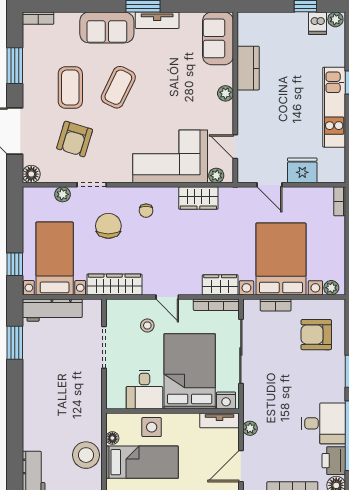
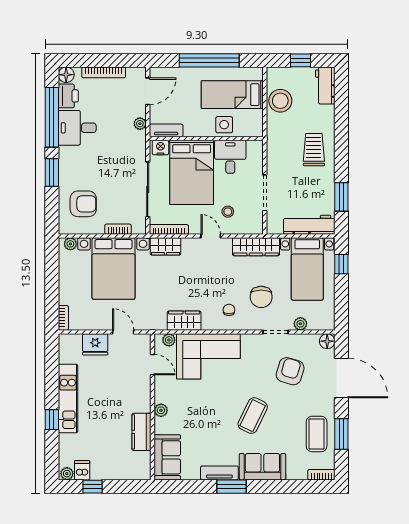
coffee table: (70, 88) -> (317, 434), moved
trolley: (47, 398) -> (314, 150), added
floor lamp: (112, 438) -> (258, 115), removed

